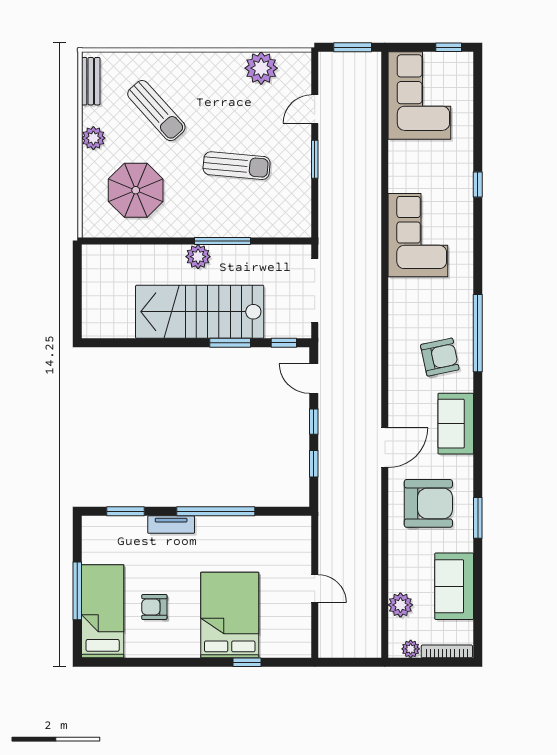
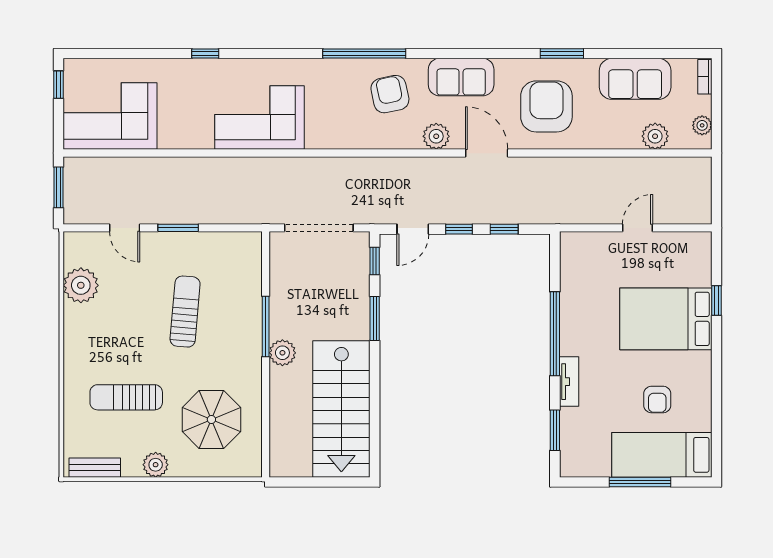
sun lounger: (156, 111) -> (126, 397), turned -138
stairs: (200, 312) -> (341, 409), moved
plant: (400, 400) -> (436, 136), added
bookcase: (447, 651) -> (705, 77), width x0.64

